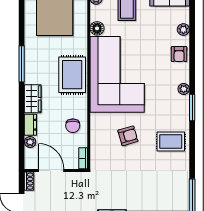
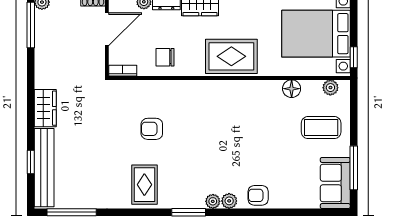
plant: (183, 30) -> (229, 201), moved
corner sofa: (117, 74) -> (232, 115), removed
armchair: (128, 136) -> (152, 129), turned 106

